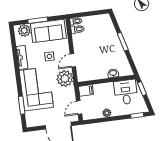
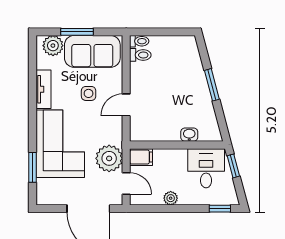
plant: (65, 79) -> (109, 158), moved
door: (79, 108) -> (126, 183), swing flipped

